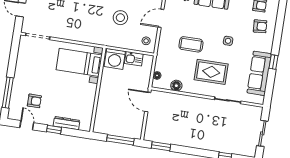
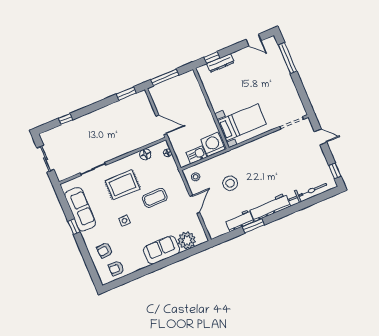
armchair: (34, 101) -> (260, 65), removed
window: (54, 130) -> (212, 58), moved

